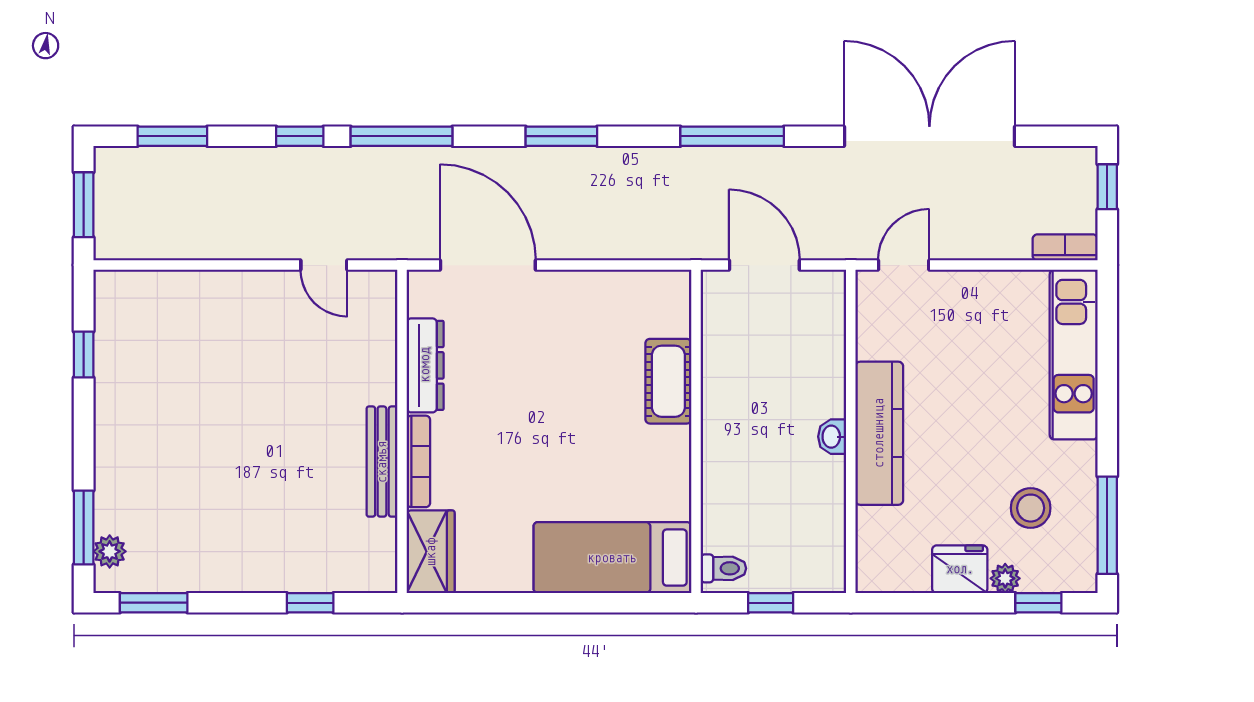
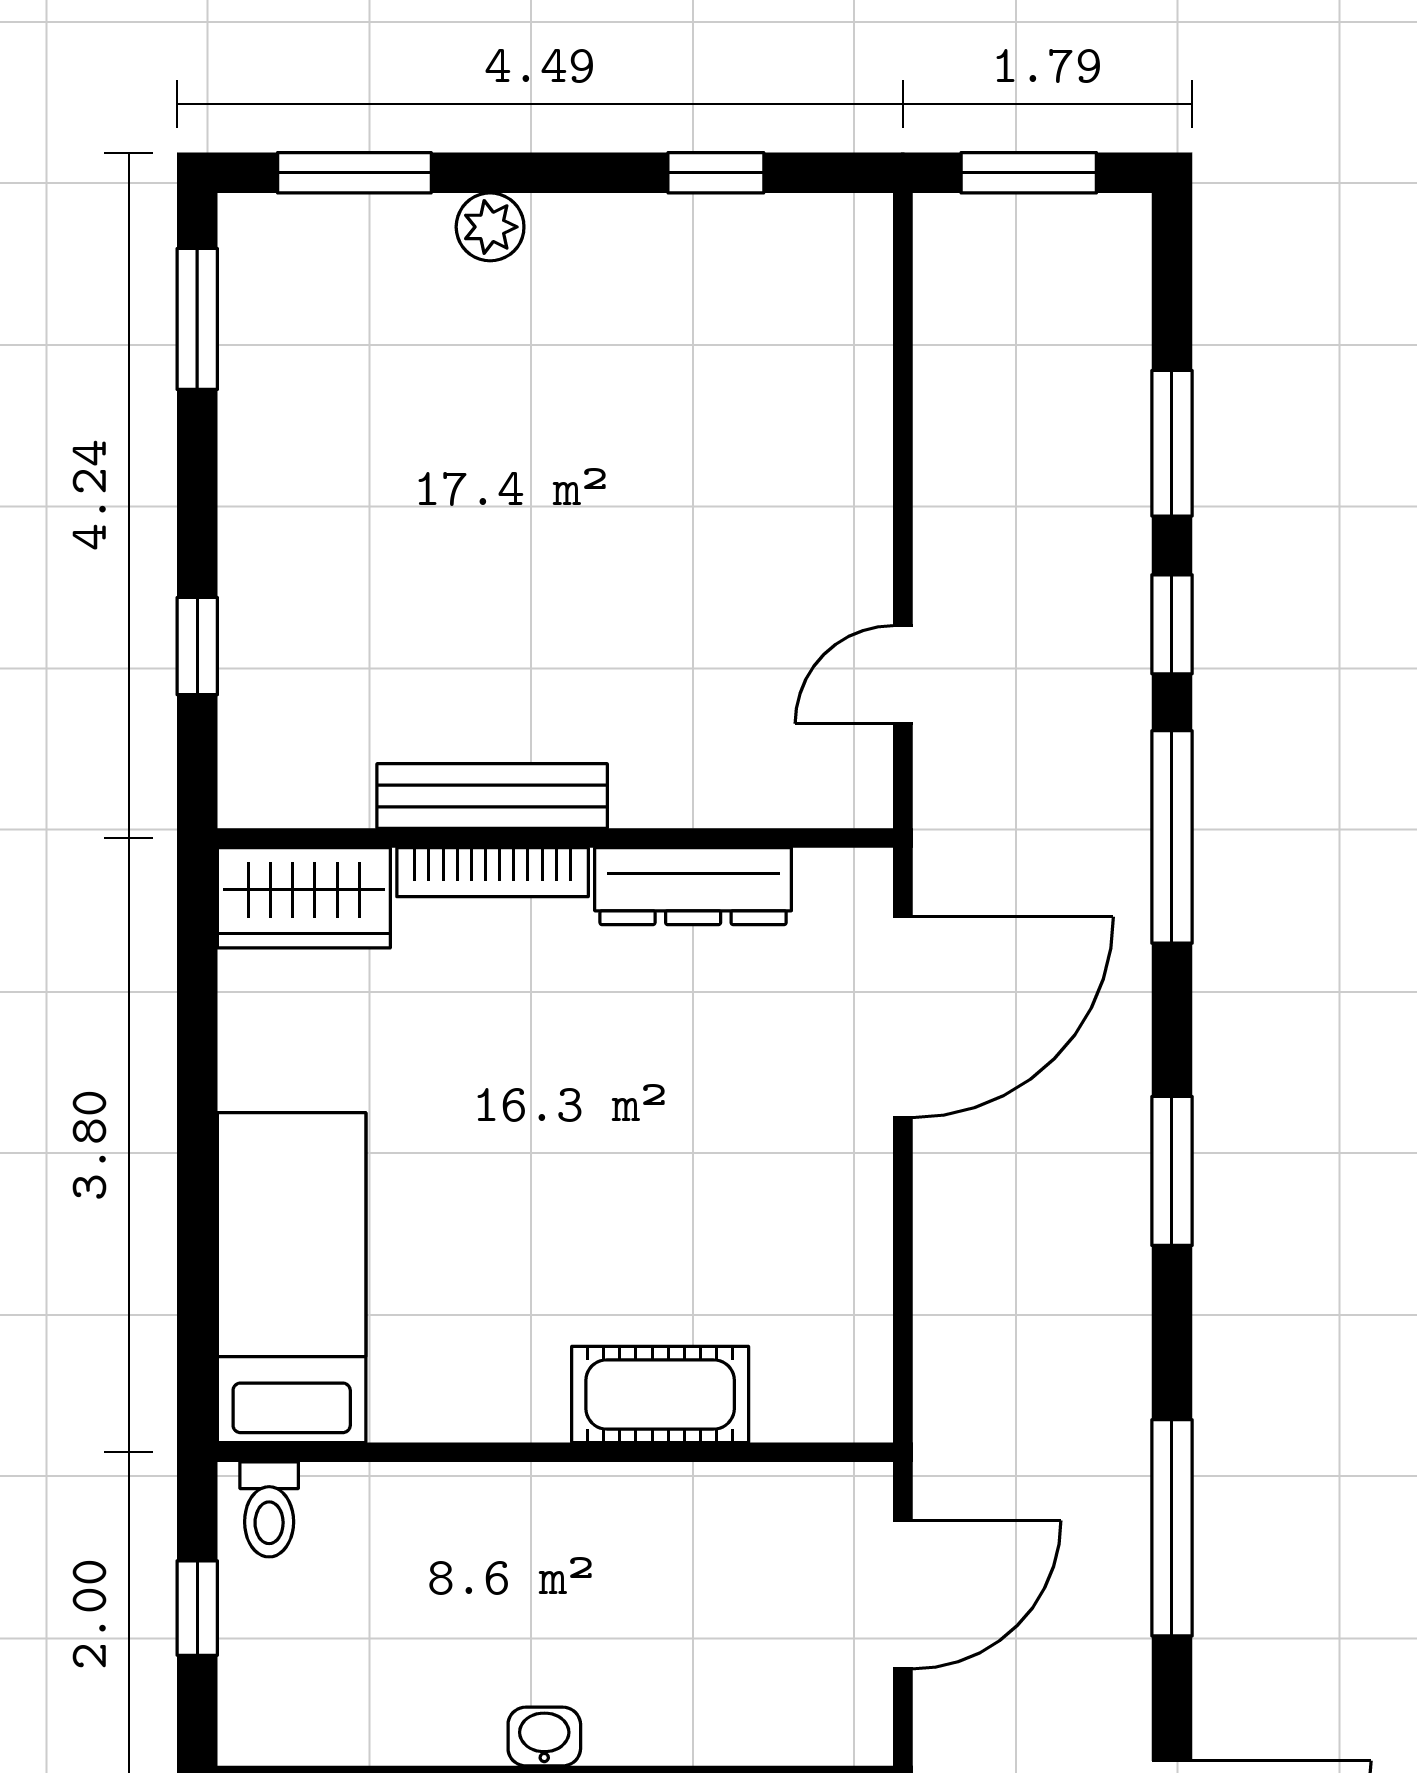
window: (172, 136) -> (1172, 443), moved
plant: (110, 551) -> (490, 227), moved

